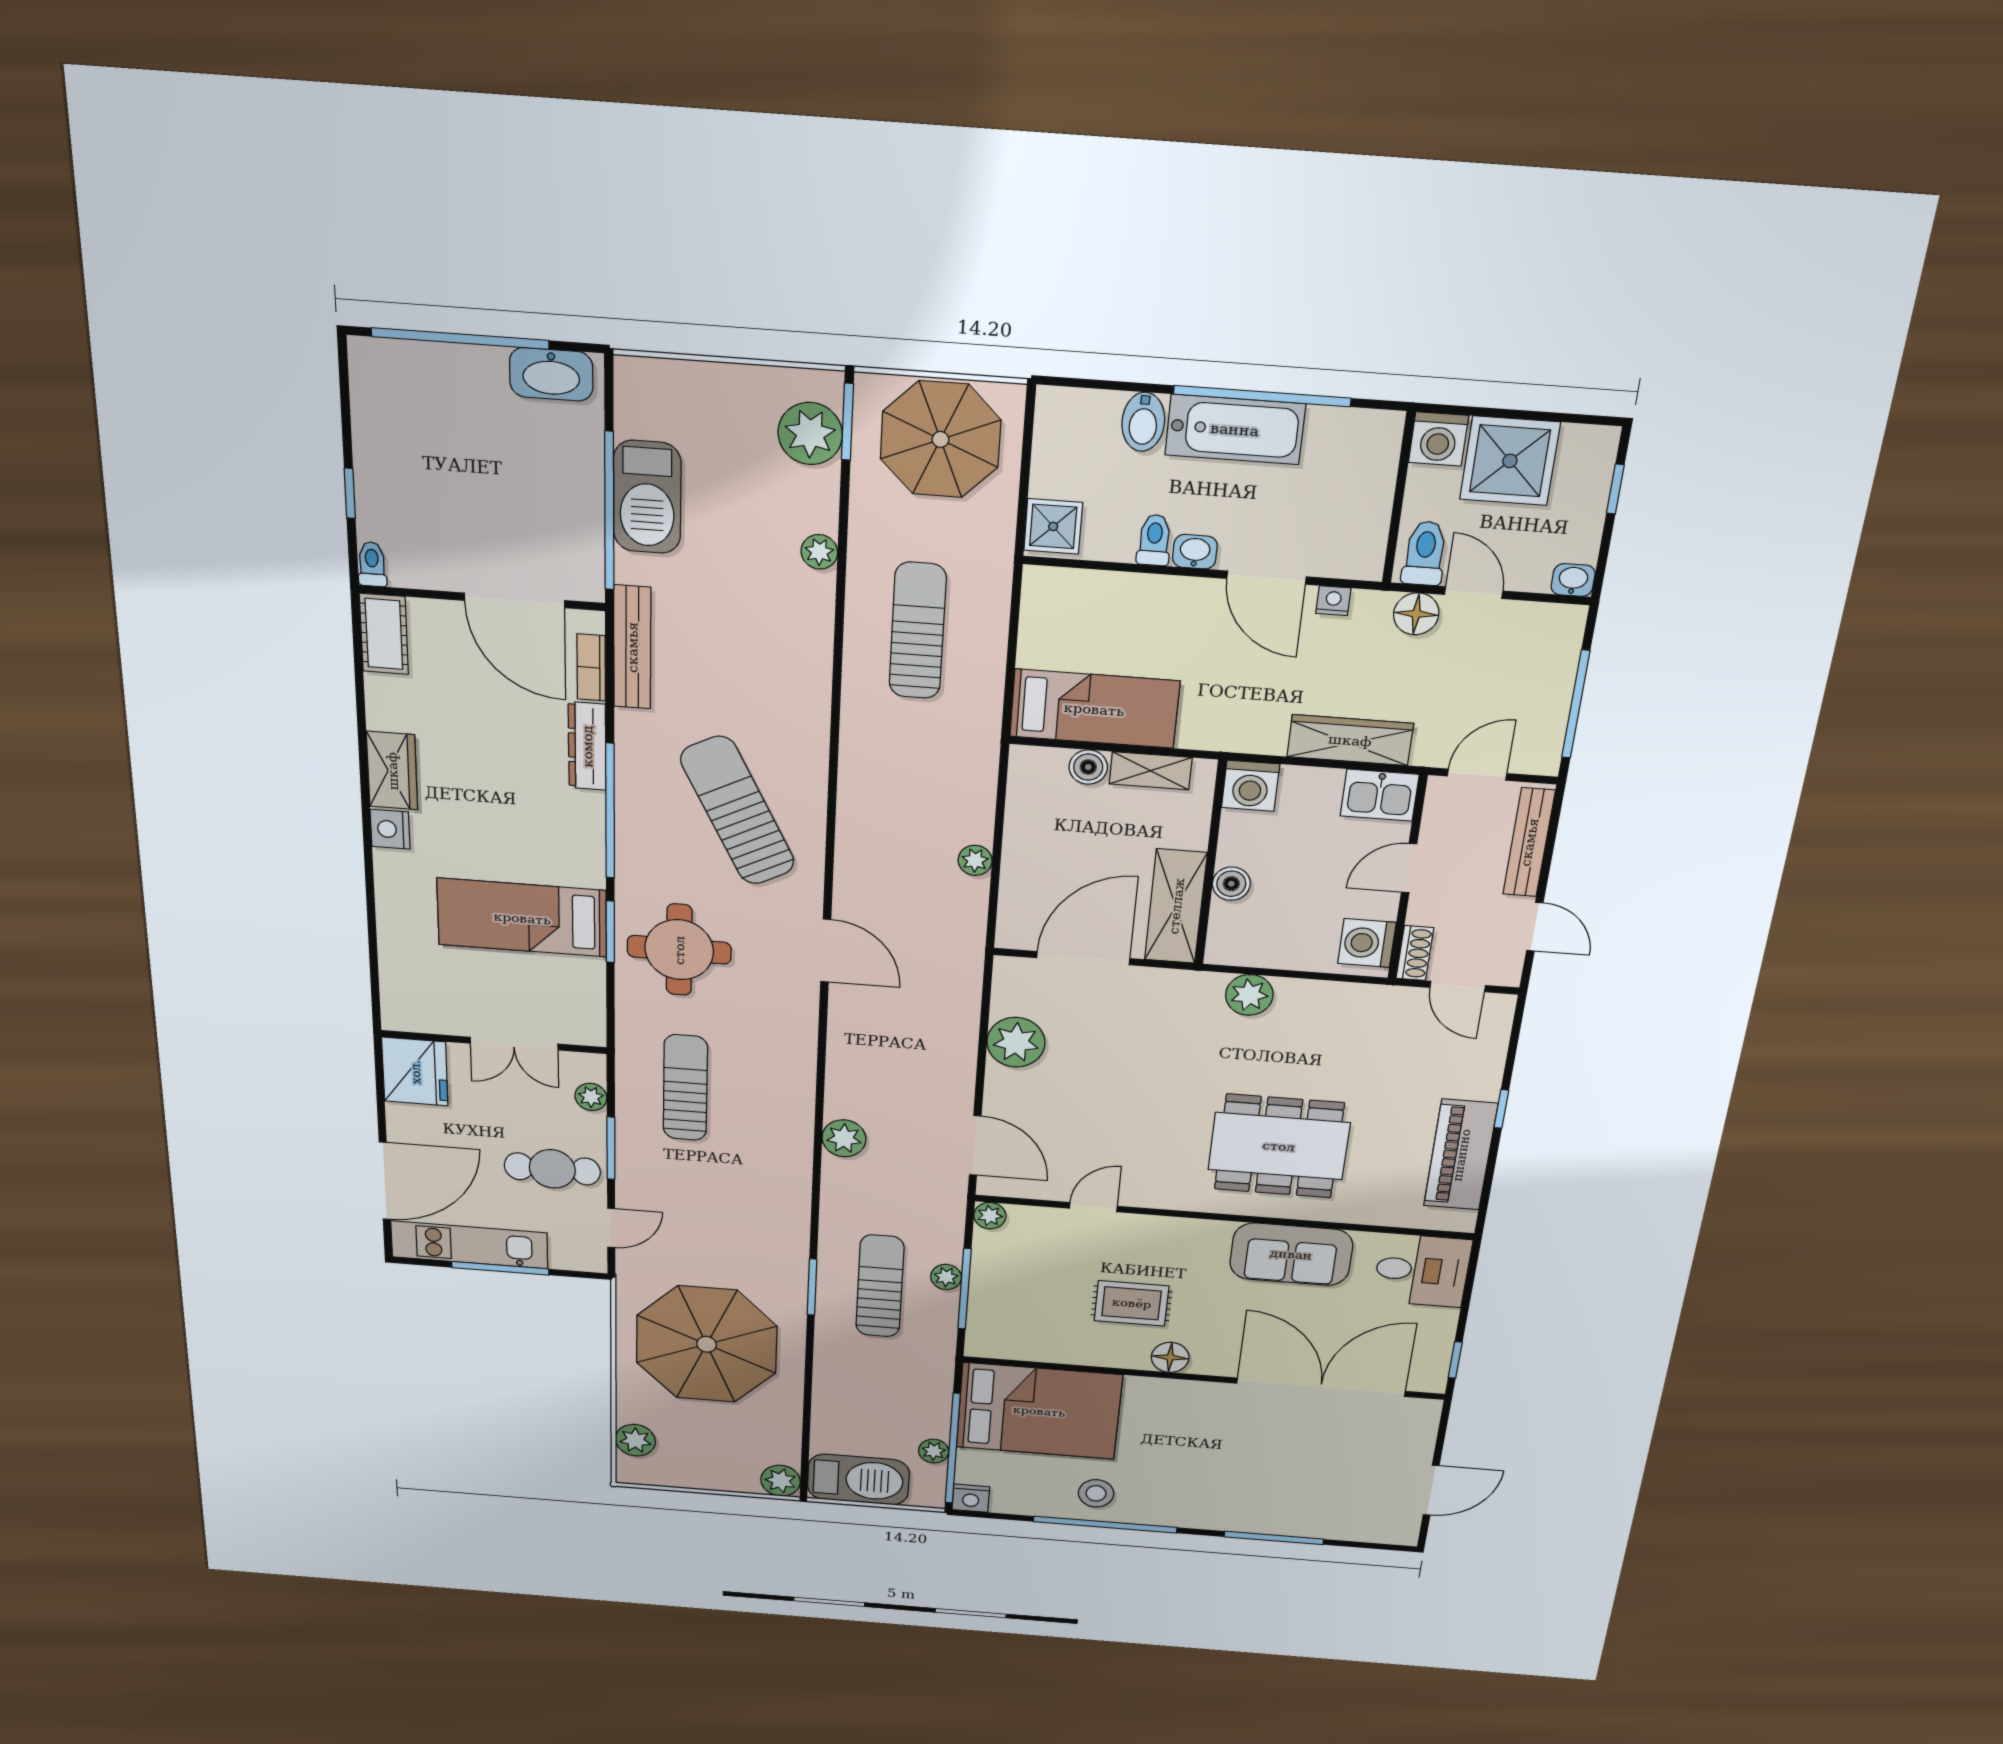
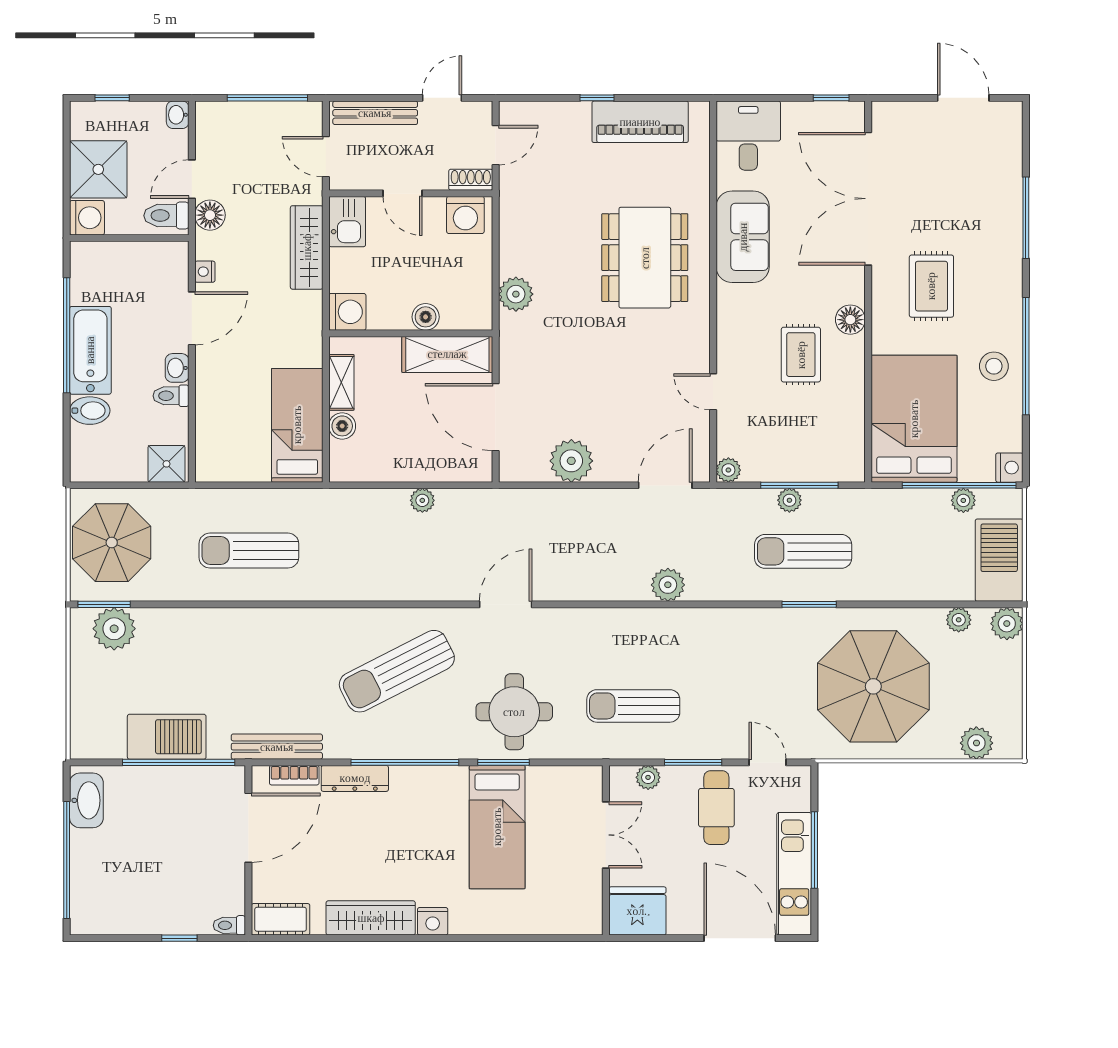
plant: (819, 552) -> (959, 620), moved
wardrobe: (392, 771) -> (371, 918), width x1.50
rug: (1202, 1441) -> (931, 286), added

